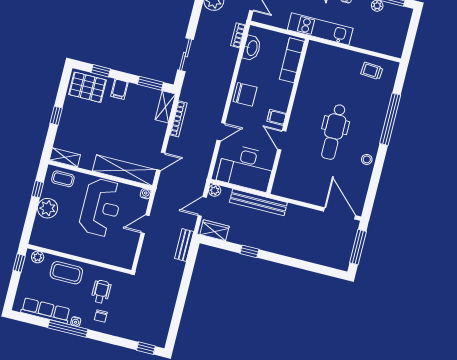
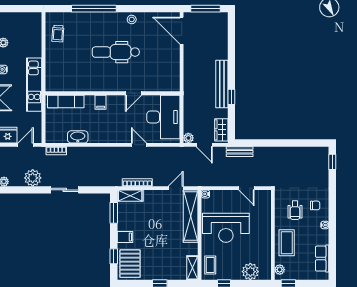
washbasin: (252, 48) -> (78, 137), moved
sliding door: (185, 55) -> (65, 190), moved
chair: (245, 94) -> (103, 133), removed
filing cabinet: (277, 117) -> (101, 102), moved
dental chair: (334, 132) -> (116, 52), turned 180
door: (161, 161) -> (176, 188), hinge flipped
bench: (258, 202) -> (222, 84), moved
reception desk: (101, 207) -> (226, 228), turned 180
plant: (48, 208) -> (250, 272), moved
door: (340, 213) -> (182, 31), hinge flipped
door: (145, 224) -> (246, 188), moved
wheelchair: (101, 292) -> (295, 210), turned -90
row of seats: (46, 311) -> (322, 259), width x0.68
window: (68, 329) -> (332, 230), removed

